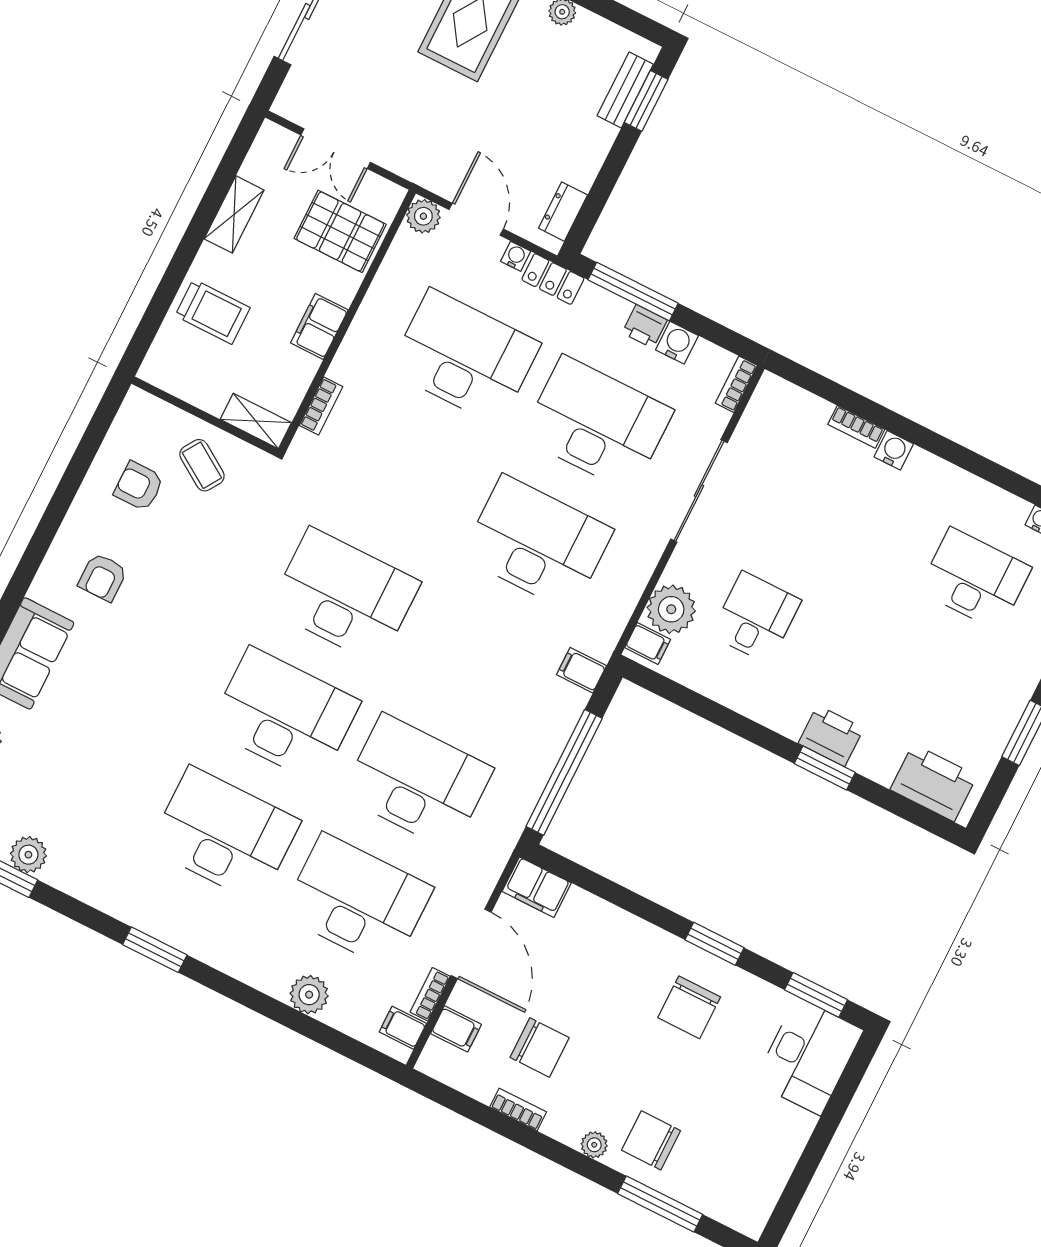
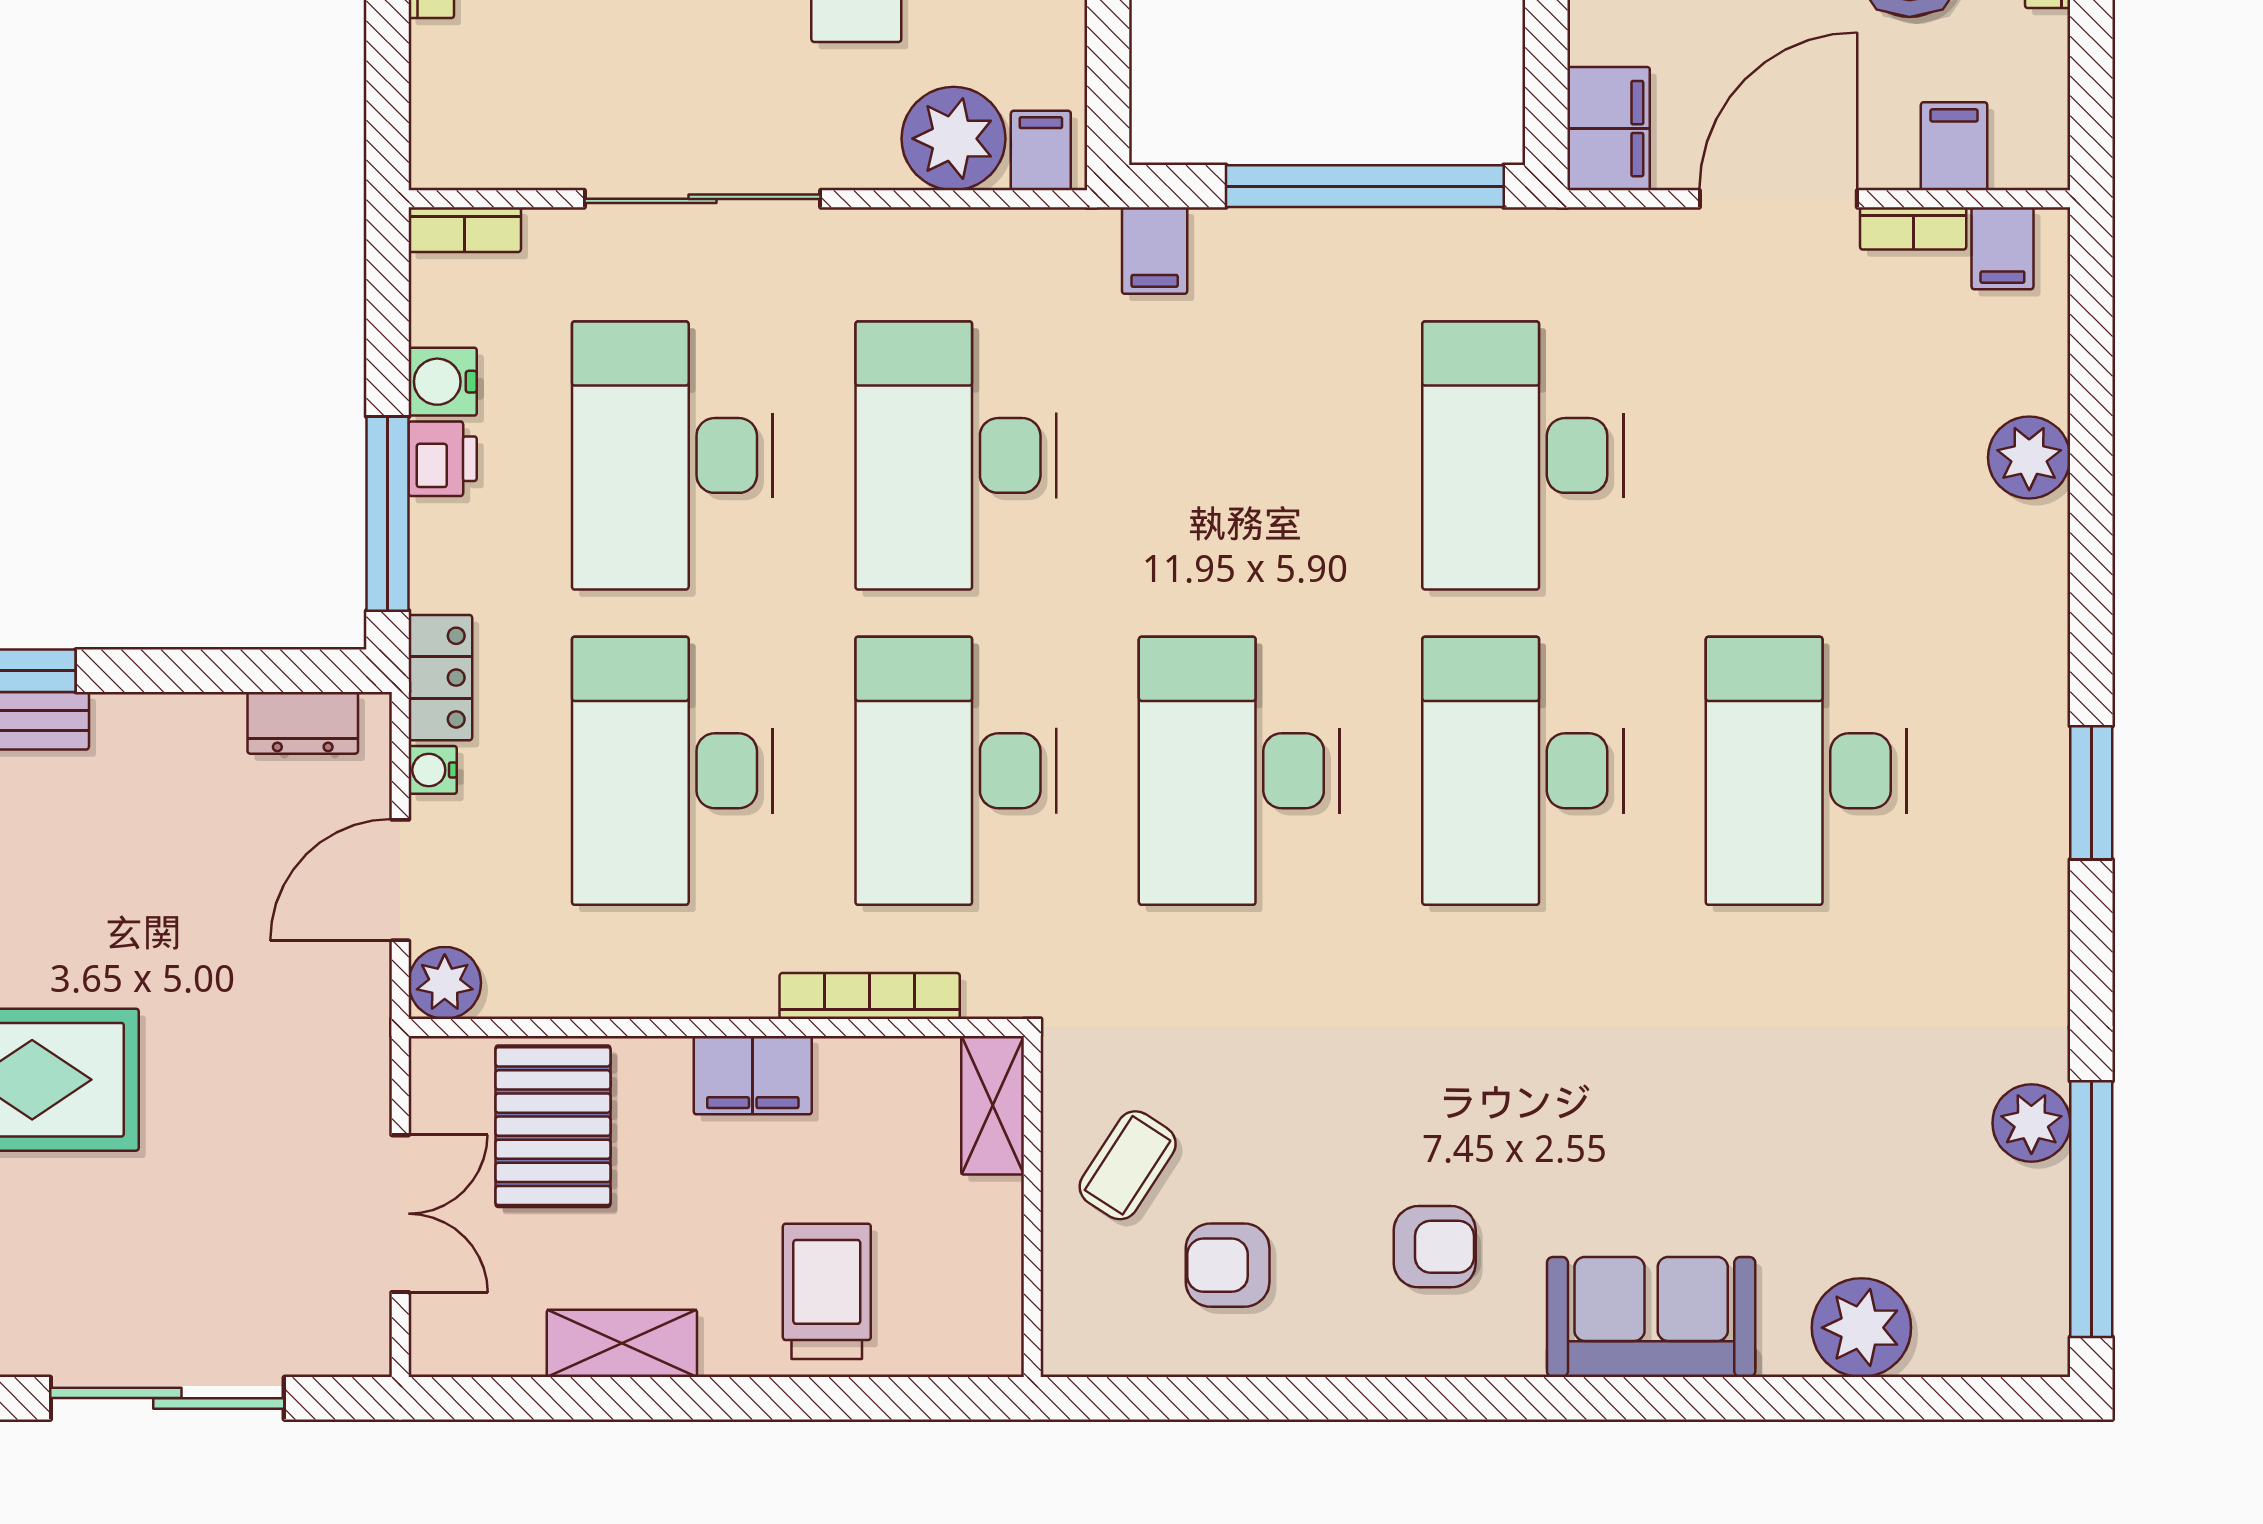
bookcase: (321, 406) -> (870, 996), width x1.56
armchair: (139, 486) -> (1228, 1265), turned 90
desk: (357, 901) -> (956, 771), moved

